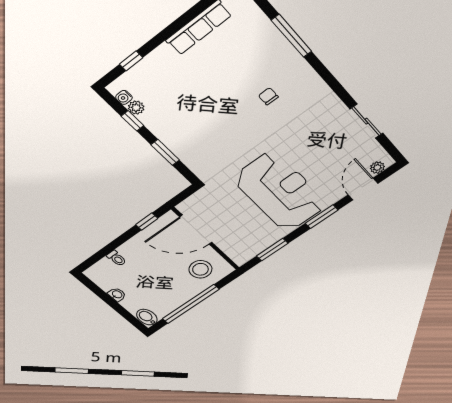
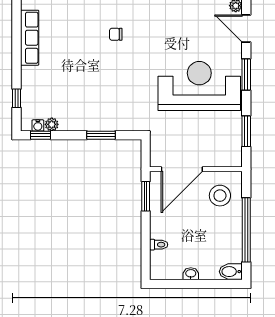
window: (133, 121) -> (40, 135), moved
window: (147, 221) -> (146, 196), width x1.50

